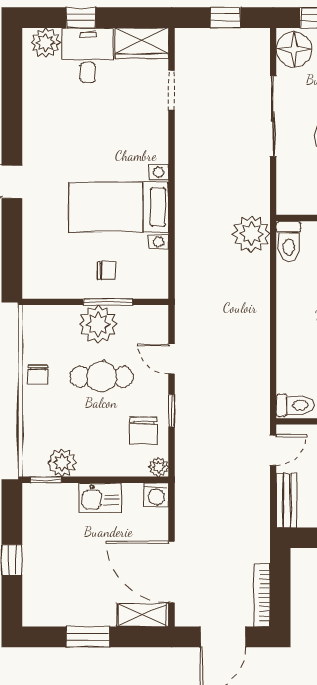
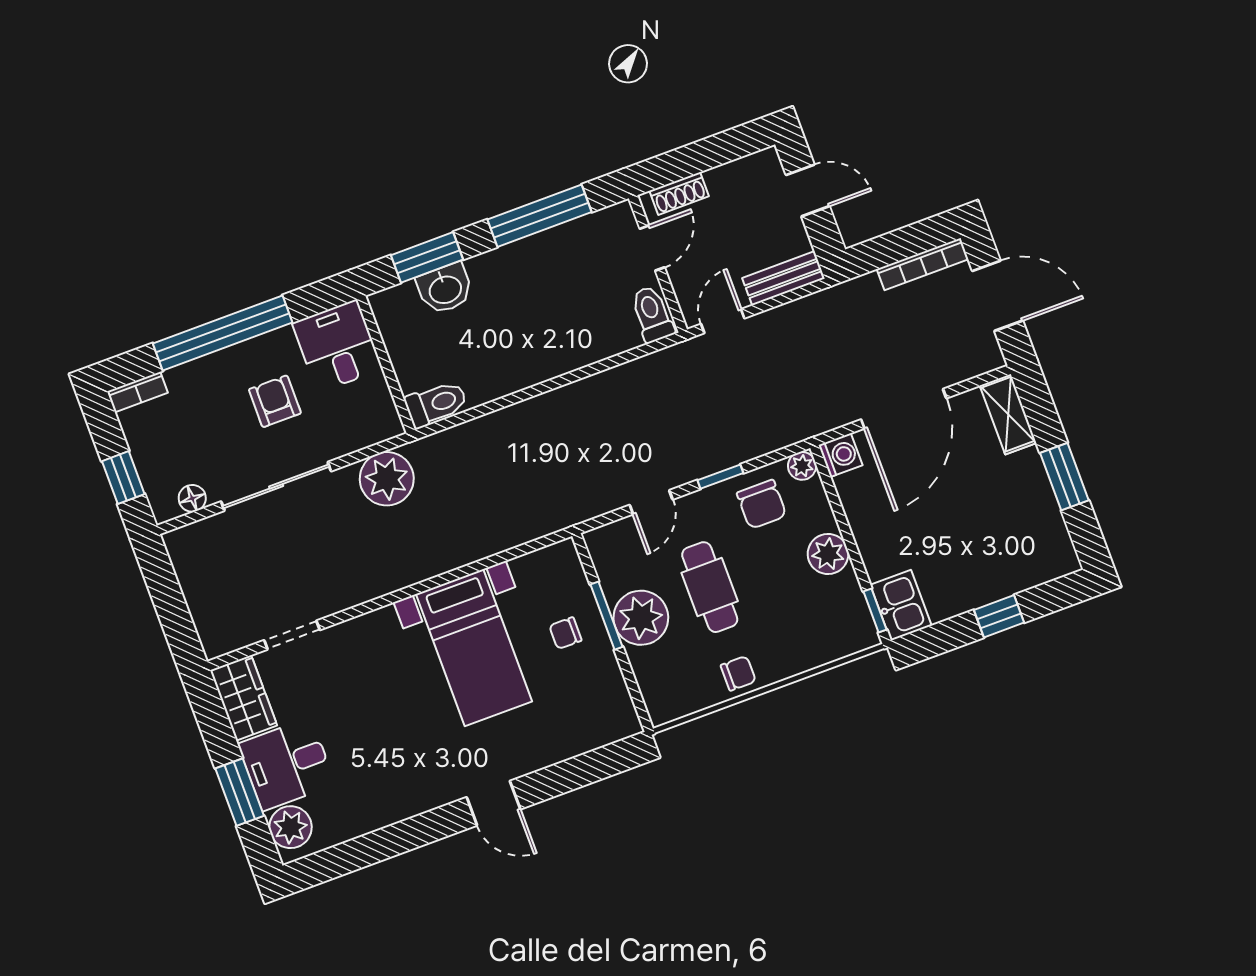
window: (81, 18) -> (240, 792), width x1.50
window: (225, 18) -> (168, 599), removed
floor lamp: (294, 50) -> (192, 498), width x0.53, depth x0.53
plant: (251, 234) -> (387, 479), moved
chair: (106, 271) -> (565, 633), turned -90
chair: (143, 431) -> (762, 504), turned 90
door: (273, 450) -> (723, 321), hinge flipped
plant: (62, 463) -> (828, 554), moved
kitchen sink: (100, 498) -> (901, 605), moved
door: (172, 572) -> (904, 409), moved

